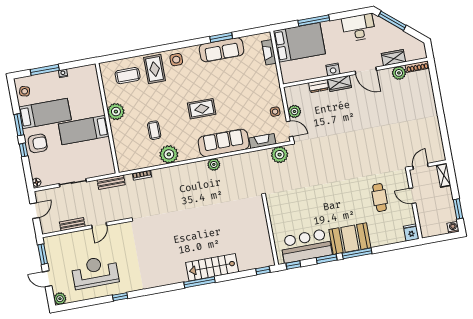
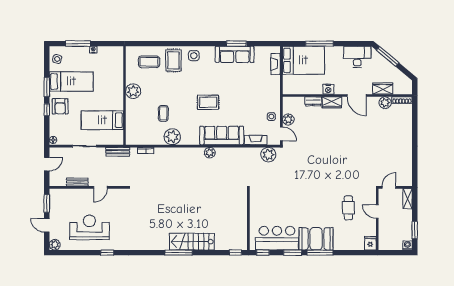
bed: (84, 130) -> (102, 120), moved
armchair: (38, 143) -> (60, 106), turned 90

